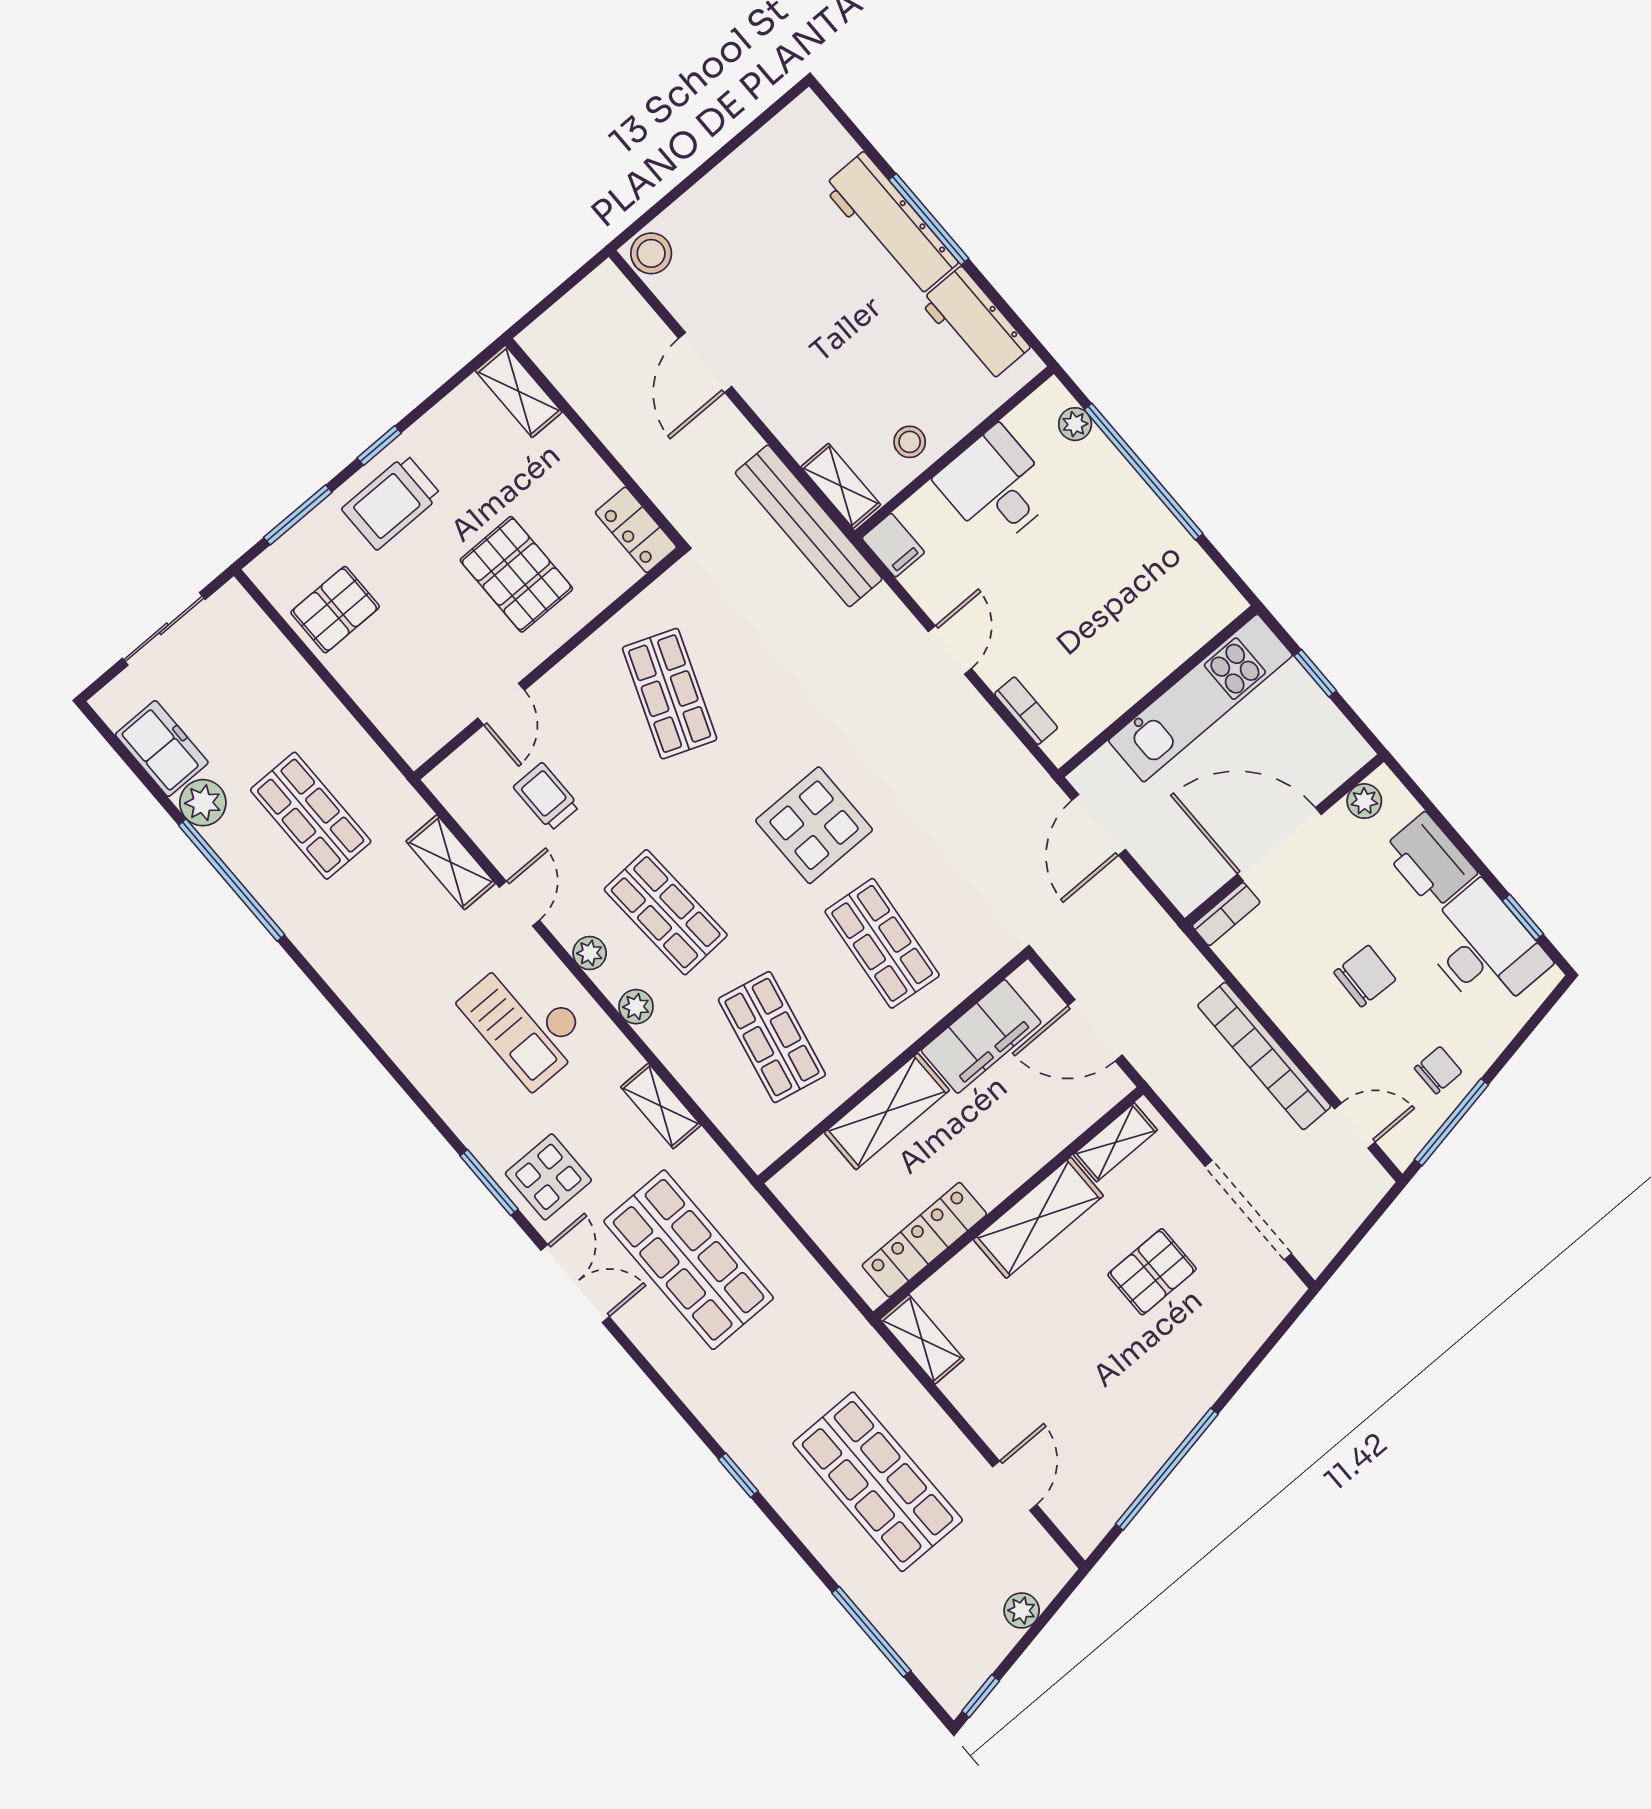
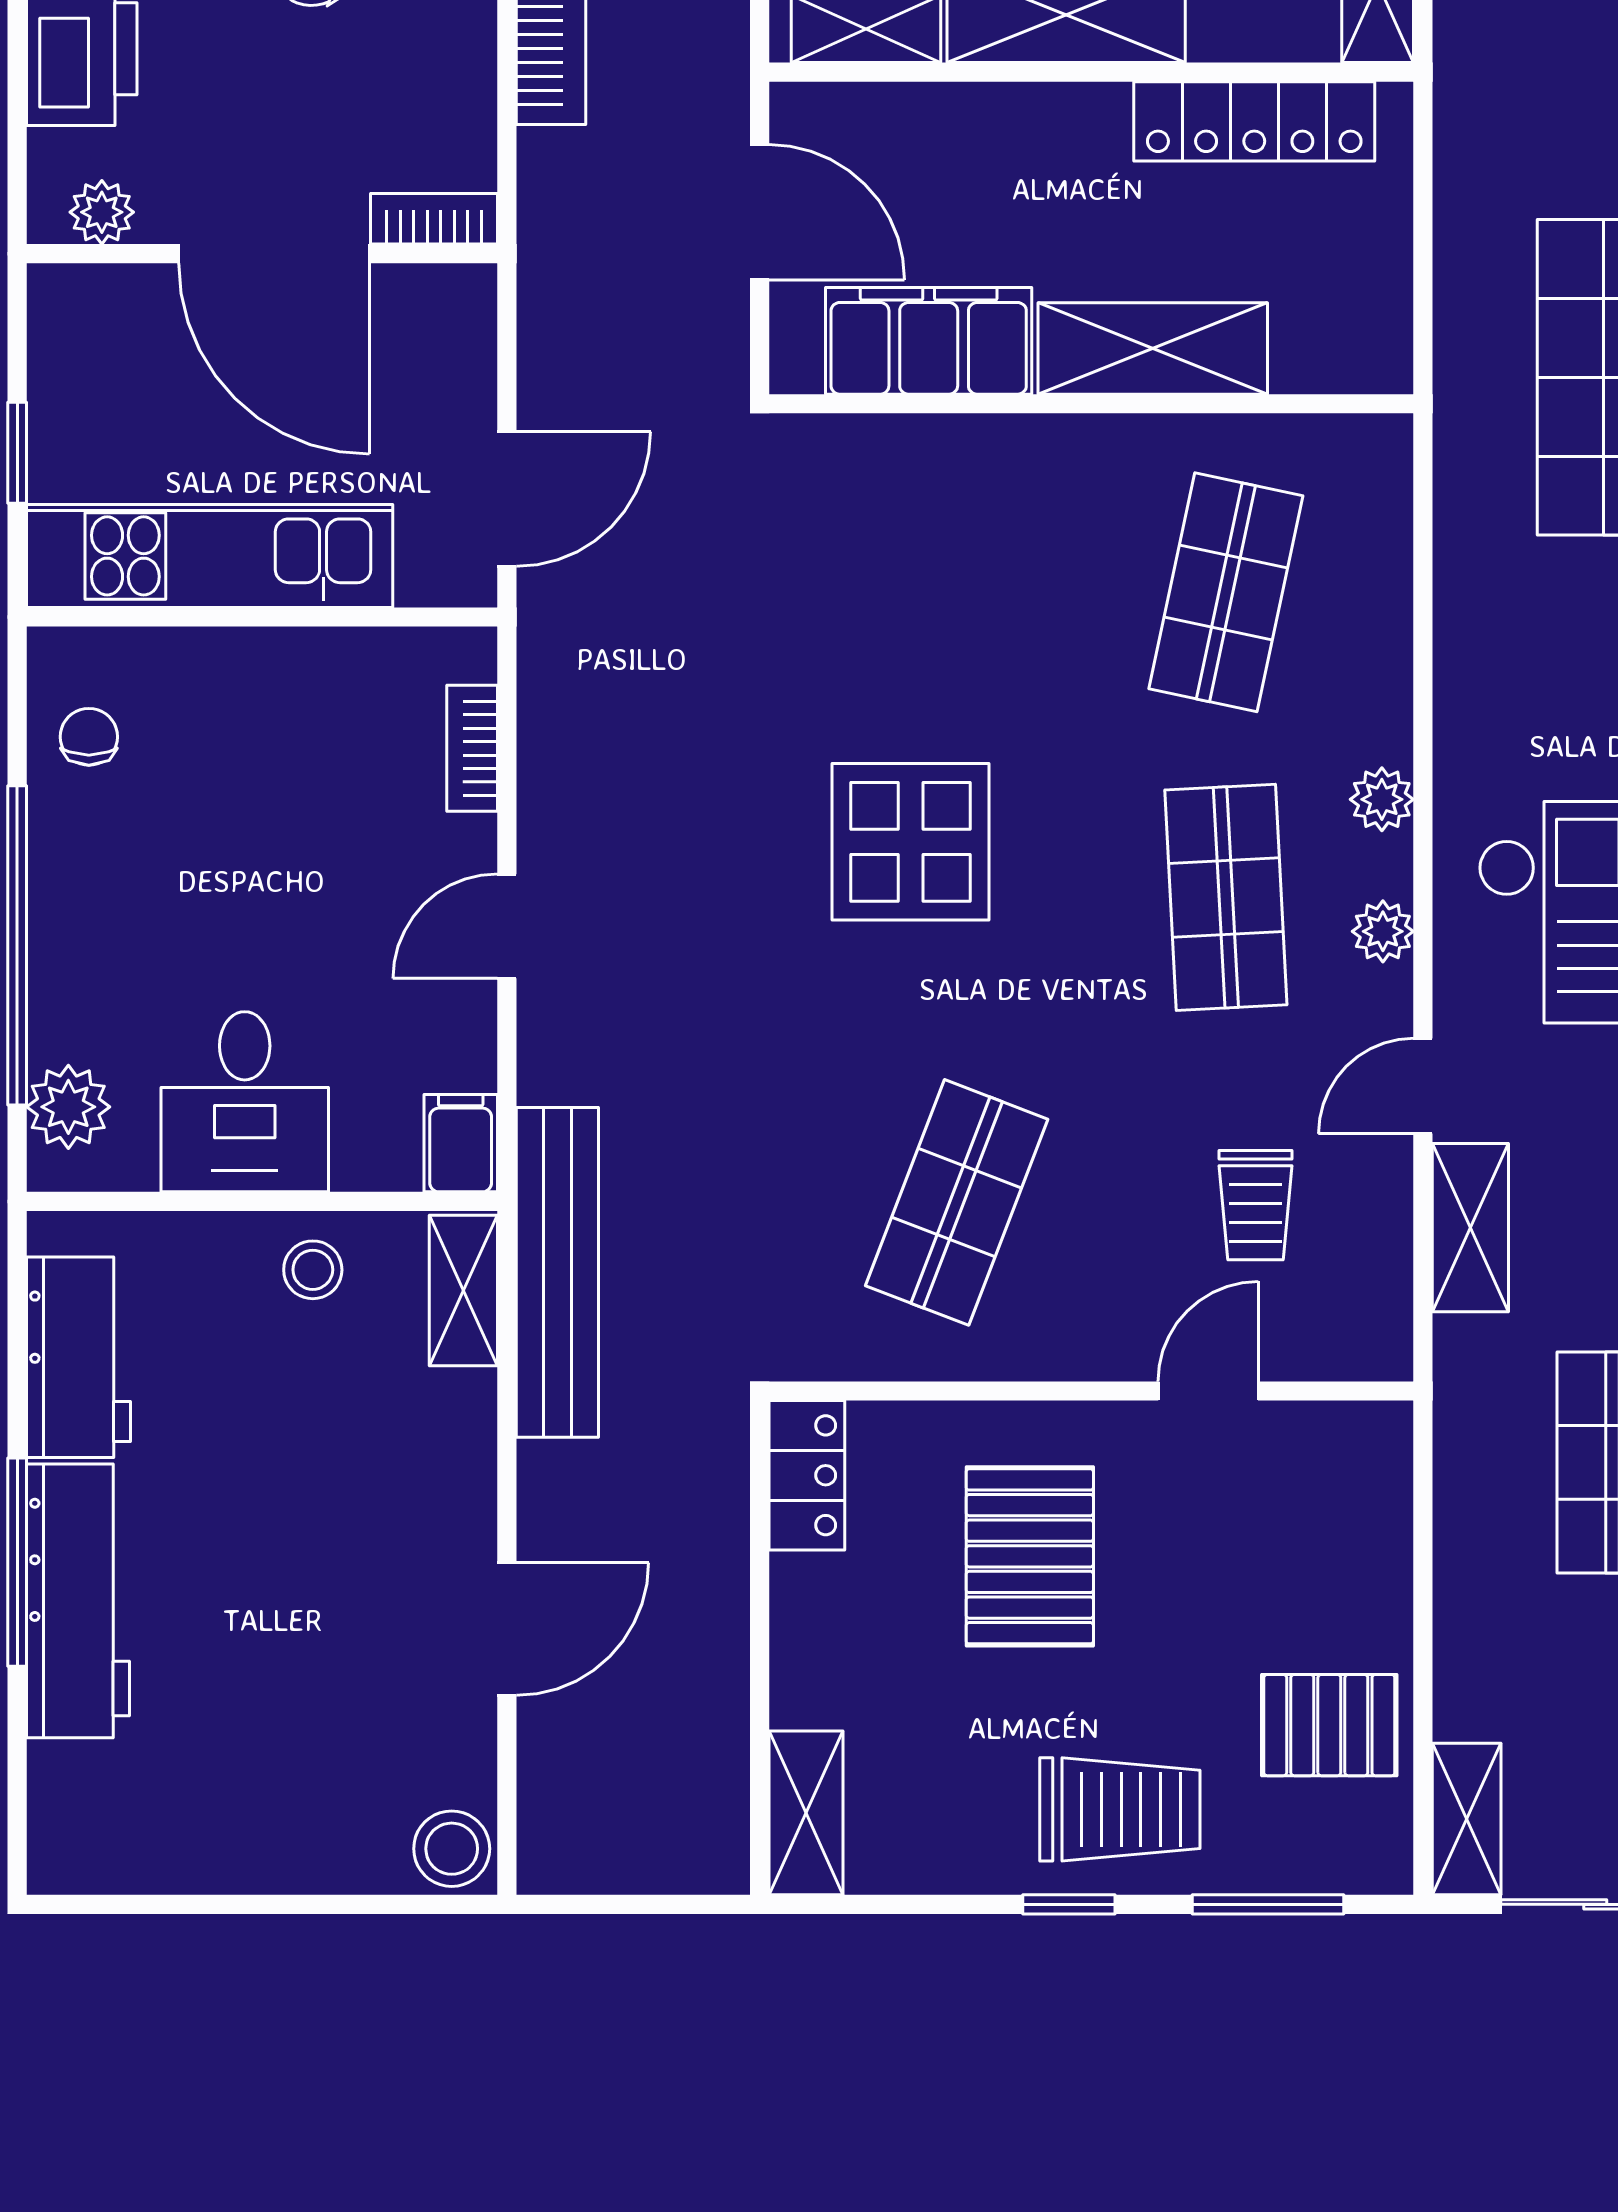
plant: (1075, 424) -> (68, 1107), width x1.38, depth x1.38
chair: (1187, 582) -> (89, 737), added
shop shelf: (882, 943) -> (957, 592), removed
shelving: (661, 1106) -> (1467, 1819), moved

